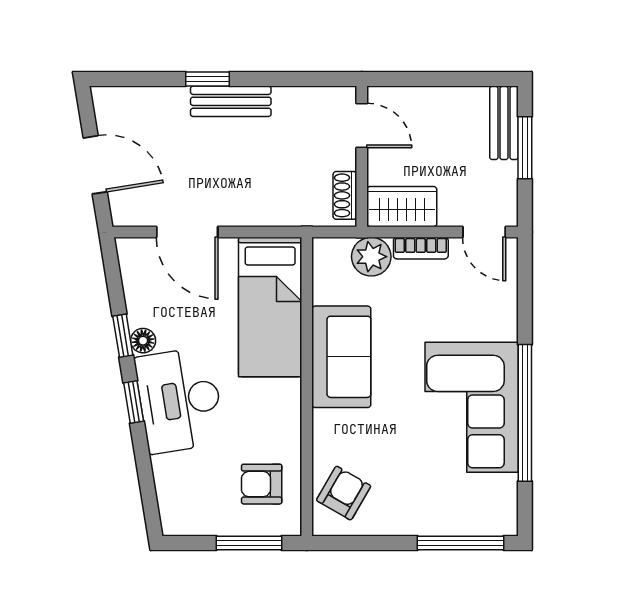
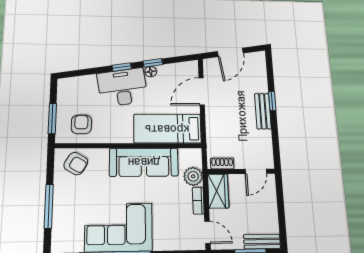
door: (484, 232) -> (207, 232), swing flipped
sofa: (341, 357) -> (144, 162), width x1.36
window: (460, 543) -> (49, 206), moved

